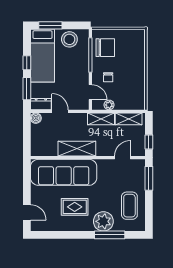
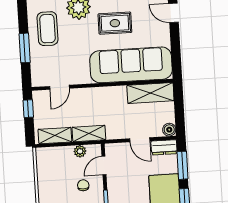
door: (90, 92) -> (104, 166), hinge flipped
shelving: (77, 149) -> (150, 93), moved
window: (149, 178) -> (25, 48), moved

